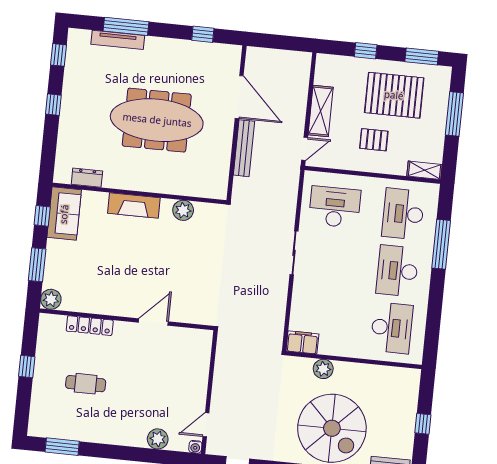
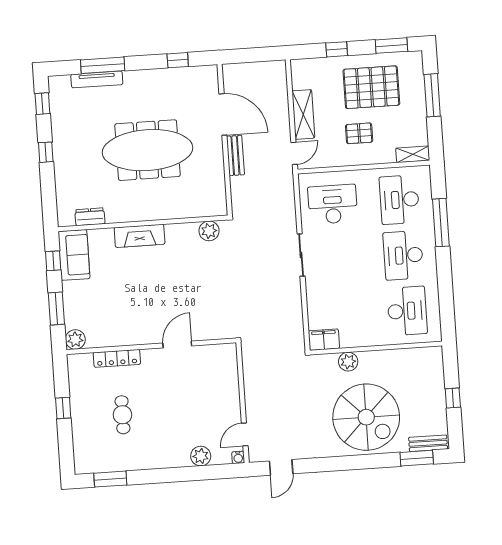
bench: (244, 148) -> (235, 156), width x0.73
plant: (183, 210) -> (209, 231), moved
cafe table: (86, 384) -> (122, 415), turned 90

